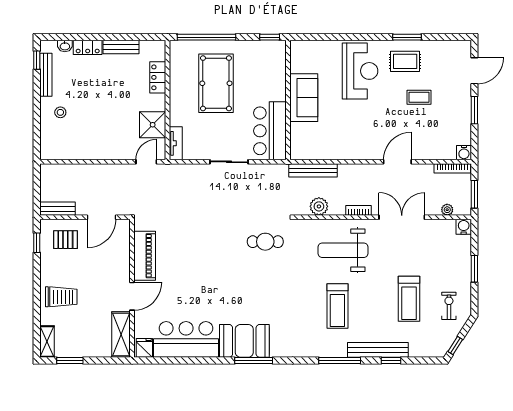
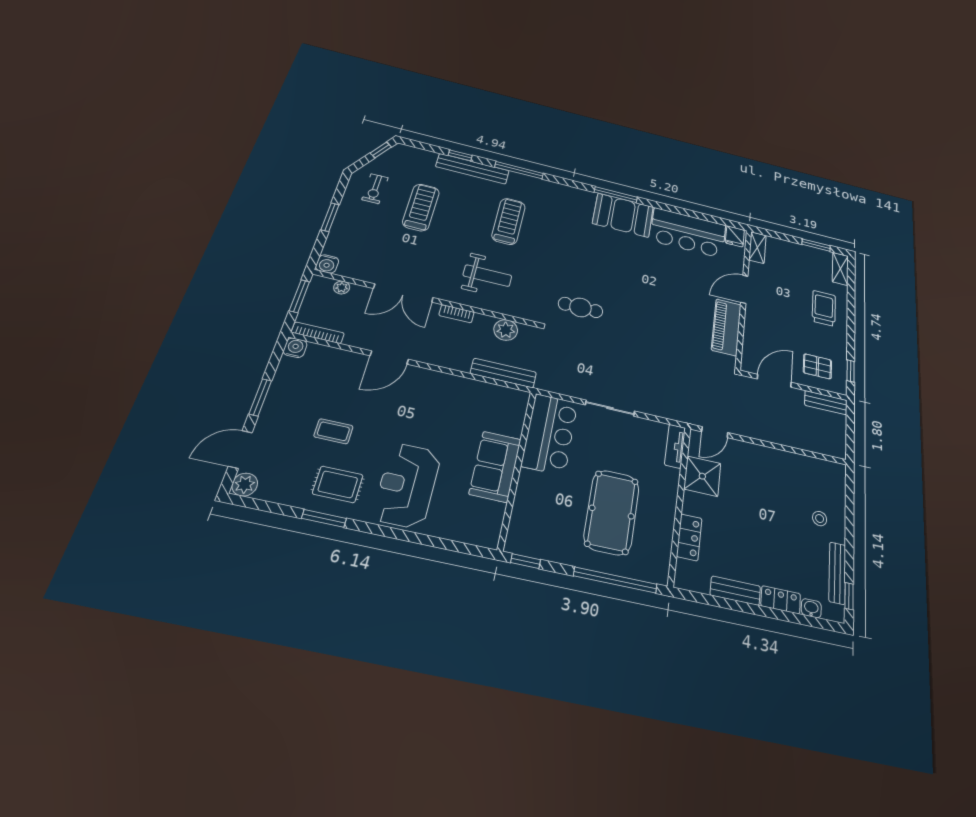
plant: (463, 48) -> (245, 485), added
weight bench: (343, 250) -> (487, 276), width x0.73, depth x0.75
trolley: (61, 297) -> (824, 308), turned 90
shelving: (121, 335) -> (757, 248), width x0.67, depth x0.75

